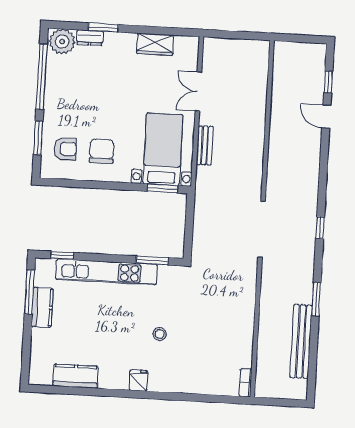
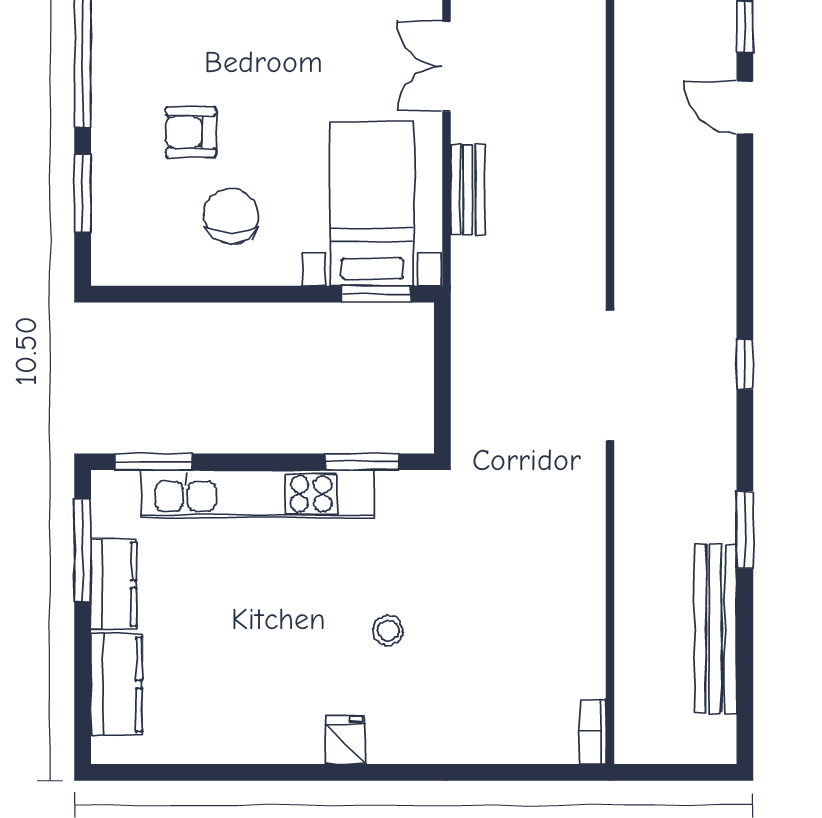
armchair: (65, 149) -> (191, 132), moved, turned 180
window: (62, 255) -> (153, 462), width x1.50
kitchen counter: (76, 376) -> (116, 684), moved, turned 90

